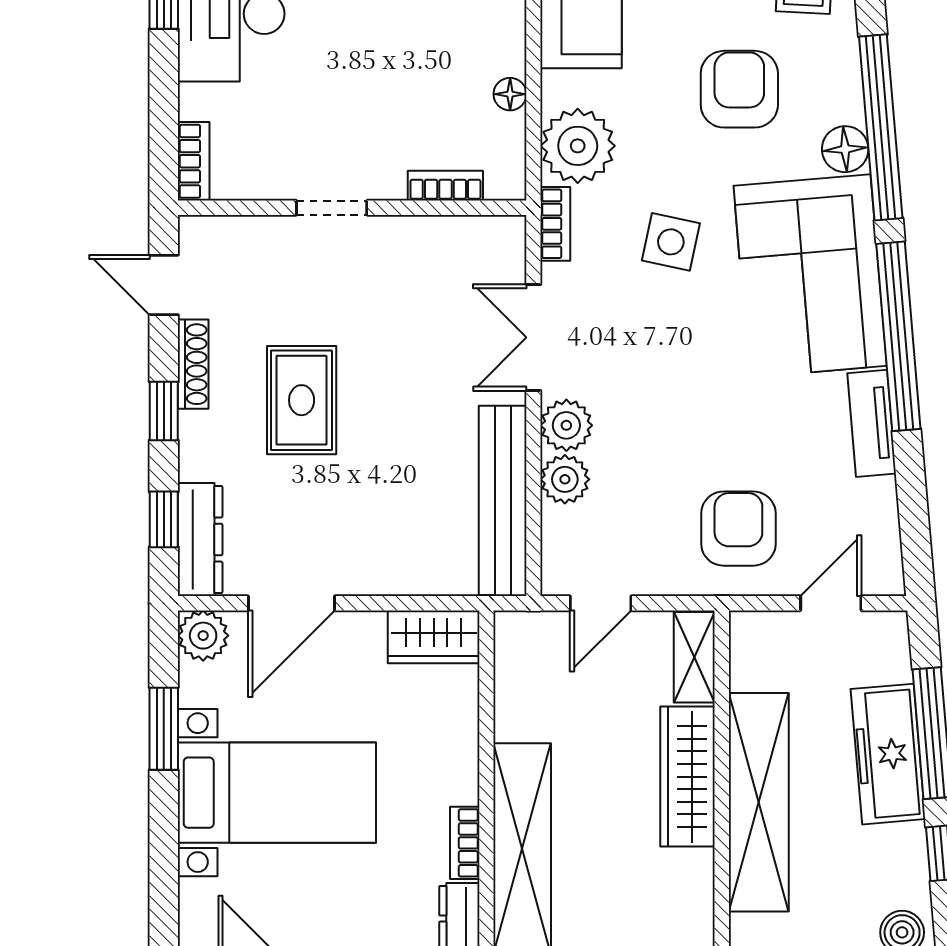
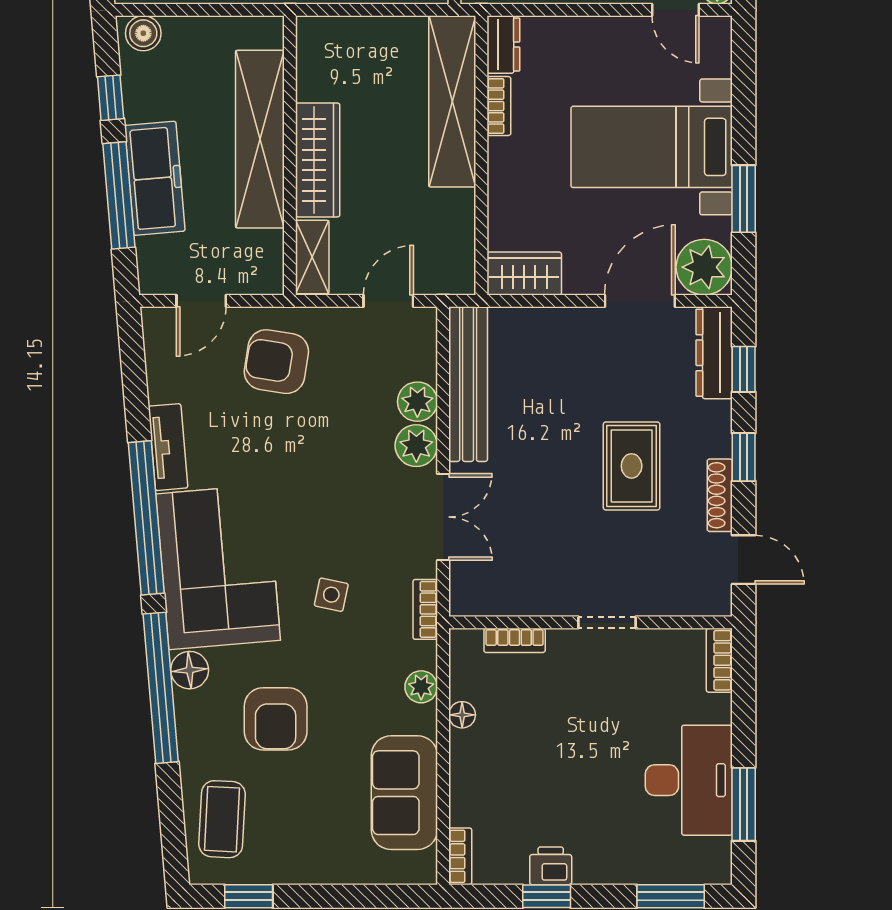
plant: (578, 146) -> (421, 687), width x0.53, depth x0.53
side table: (671, 242) -> (331, 595), width x0.73, depth x0.73
armchair: (738, 529) -> (276, 362), turned 99
plant: (203, 636) -> (704, 267), width x1.36, depth x1.36

